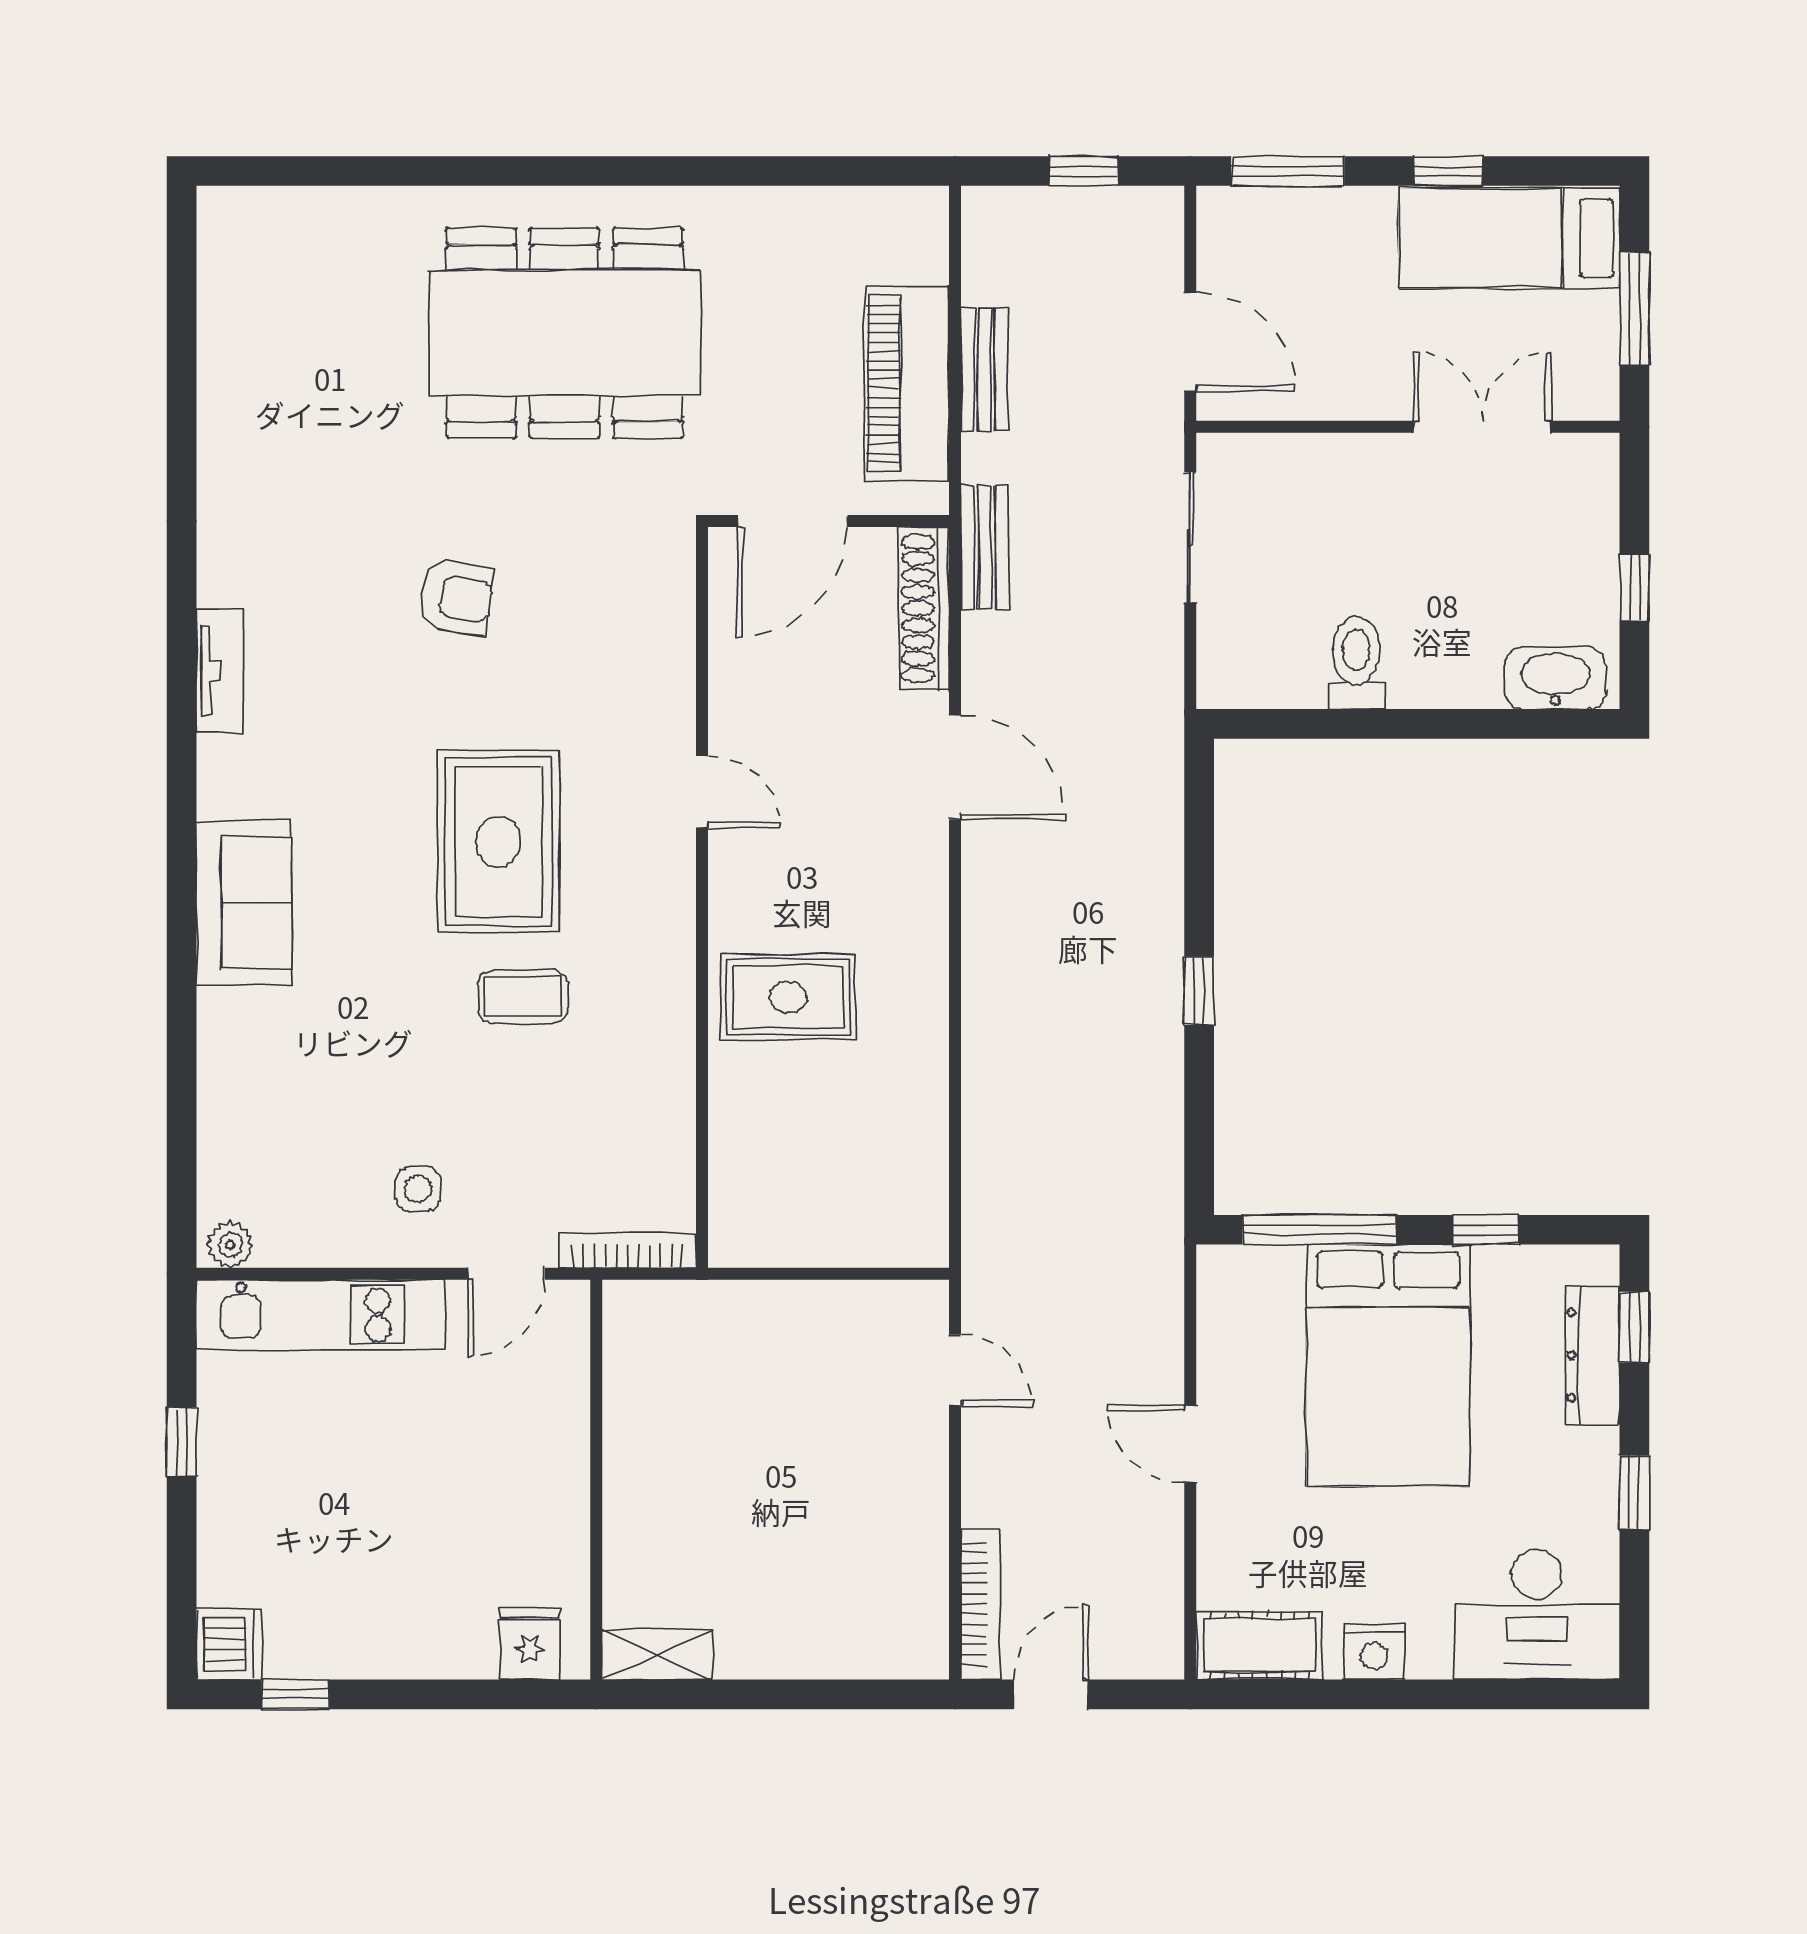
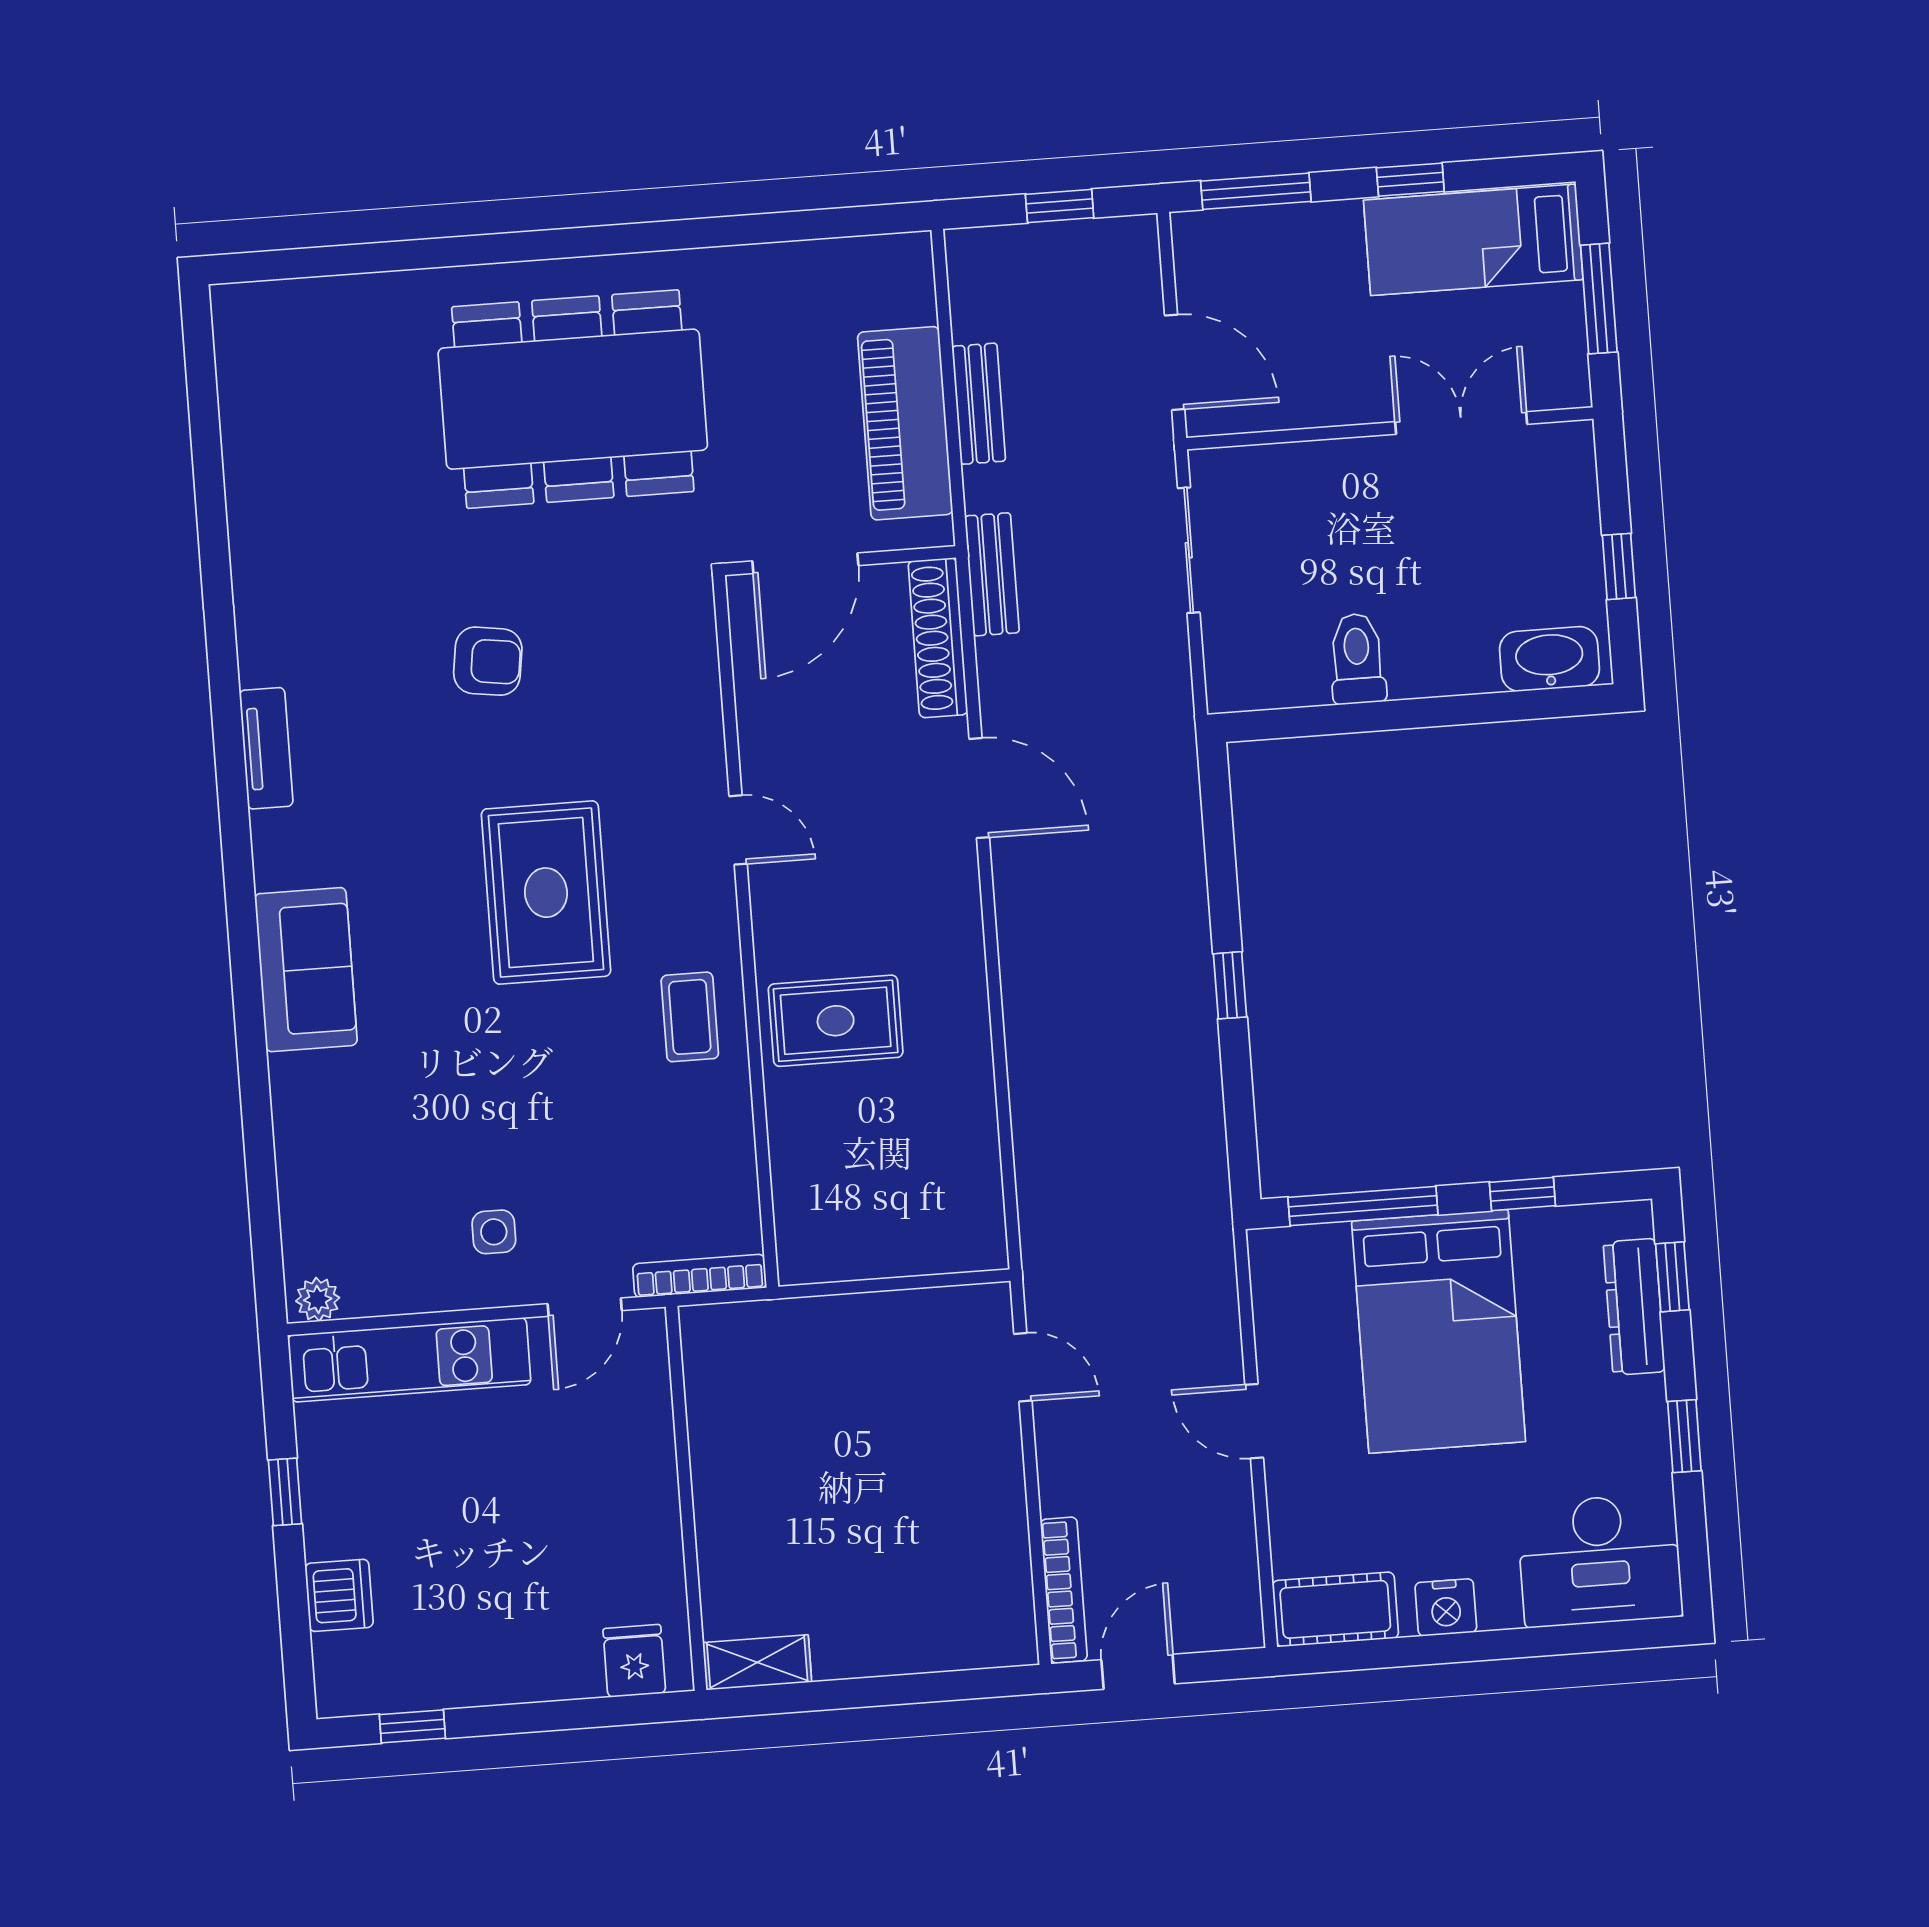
coffee table: (523, 997) -> (690, 1017), moved, turned 90
dishwasher: (229, 1644) -> (339, 1595), moved

